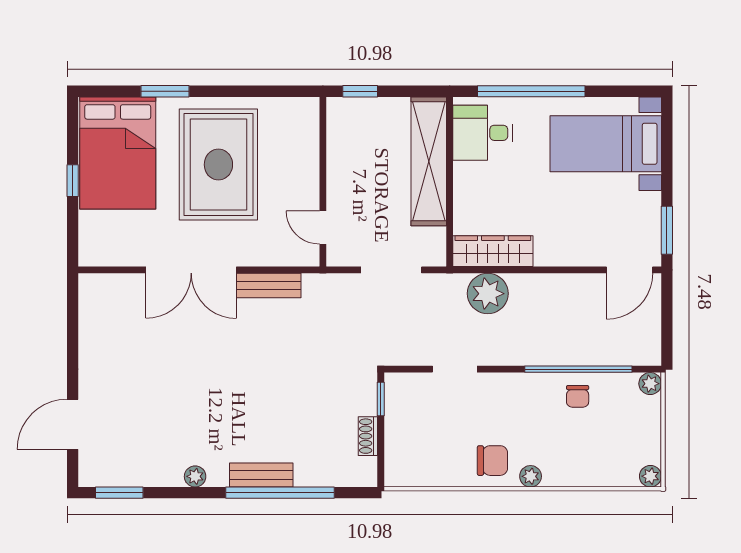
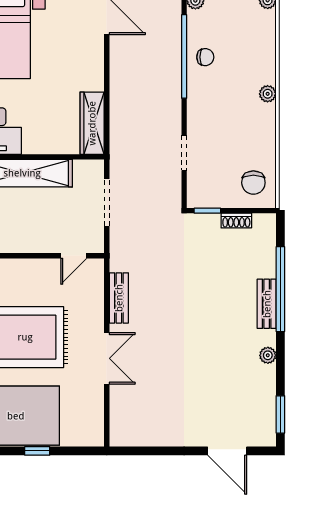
double door: (191, 270) -> (107, 358), width x0.73
plant: (488, 294) -> (125, 127), removed
chair: (492, 461) -> (253, 183), moved, turned 180

